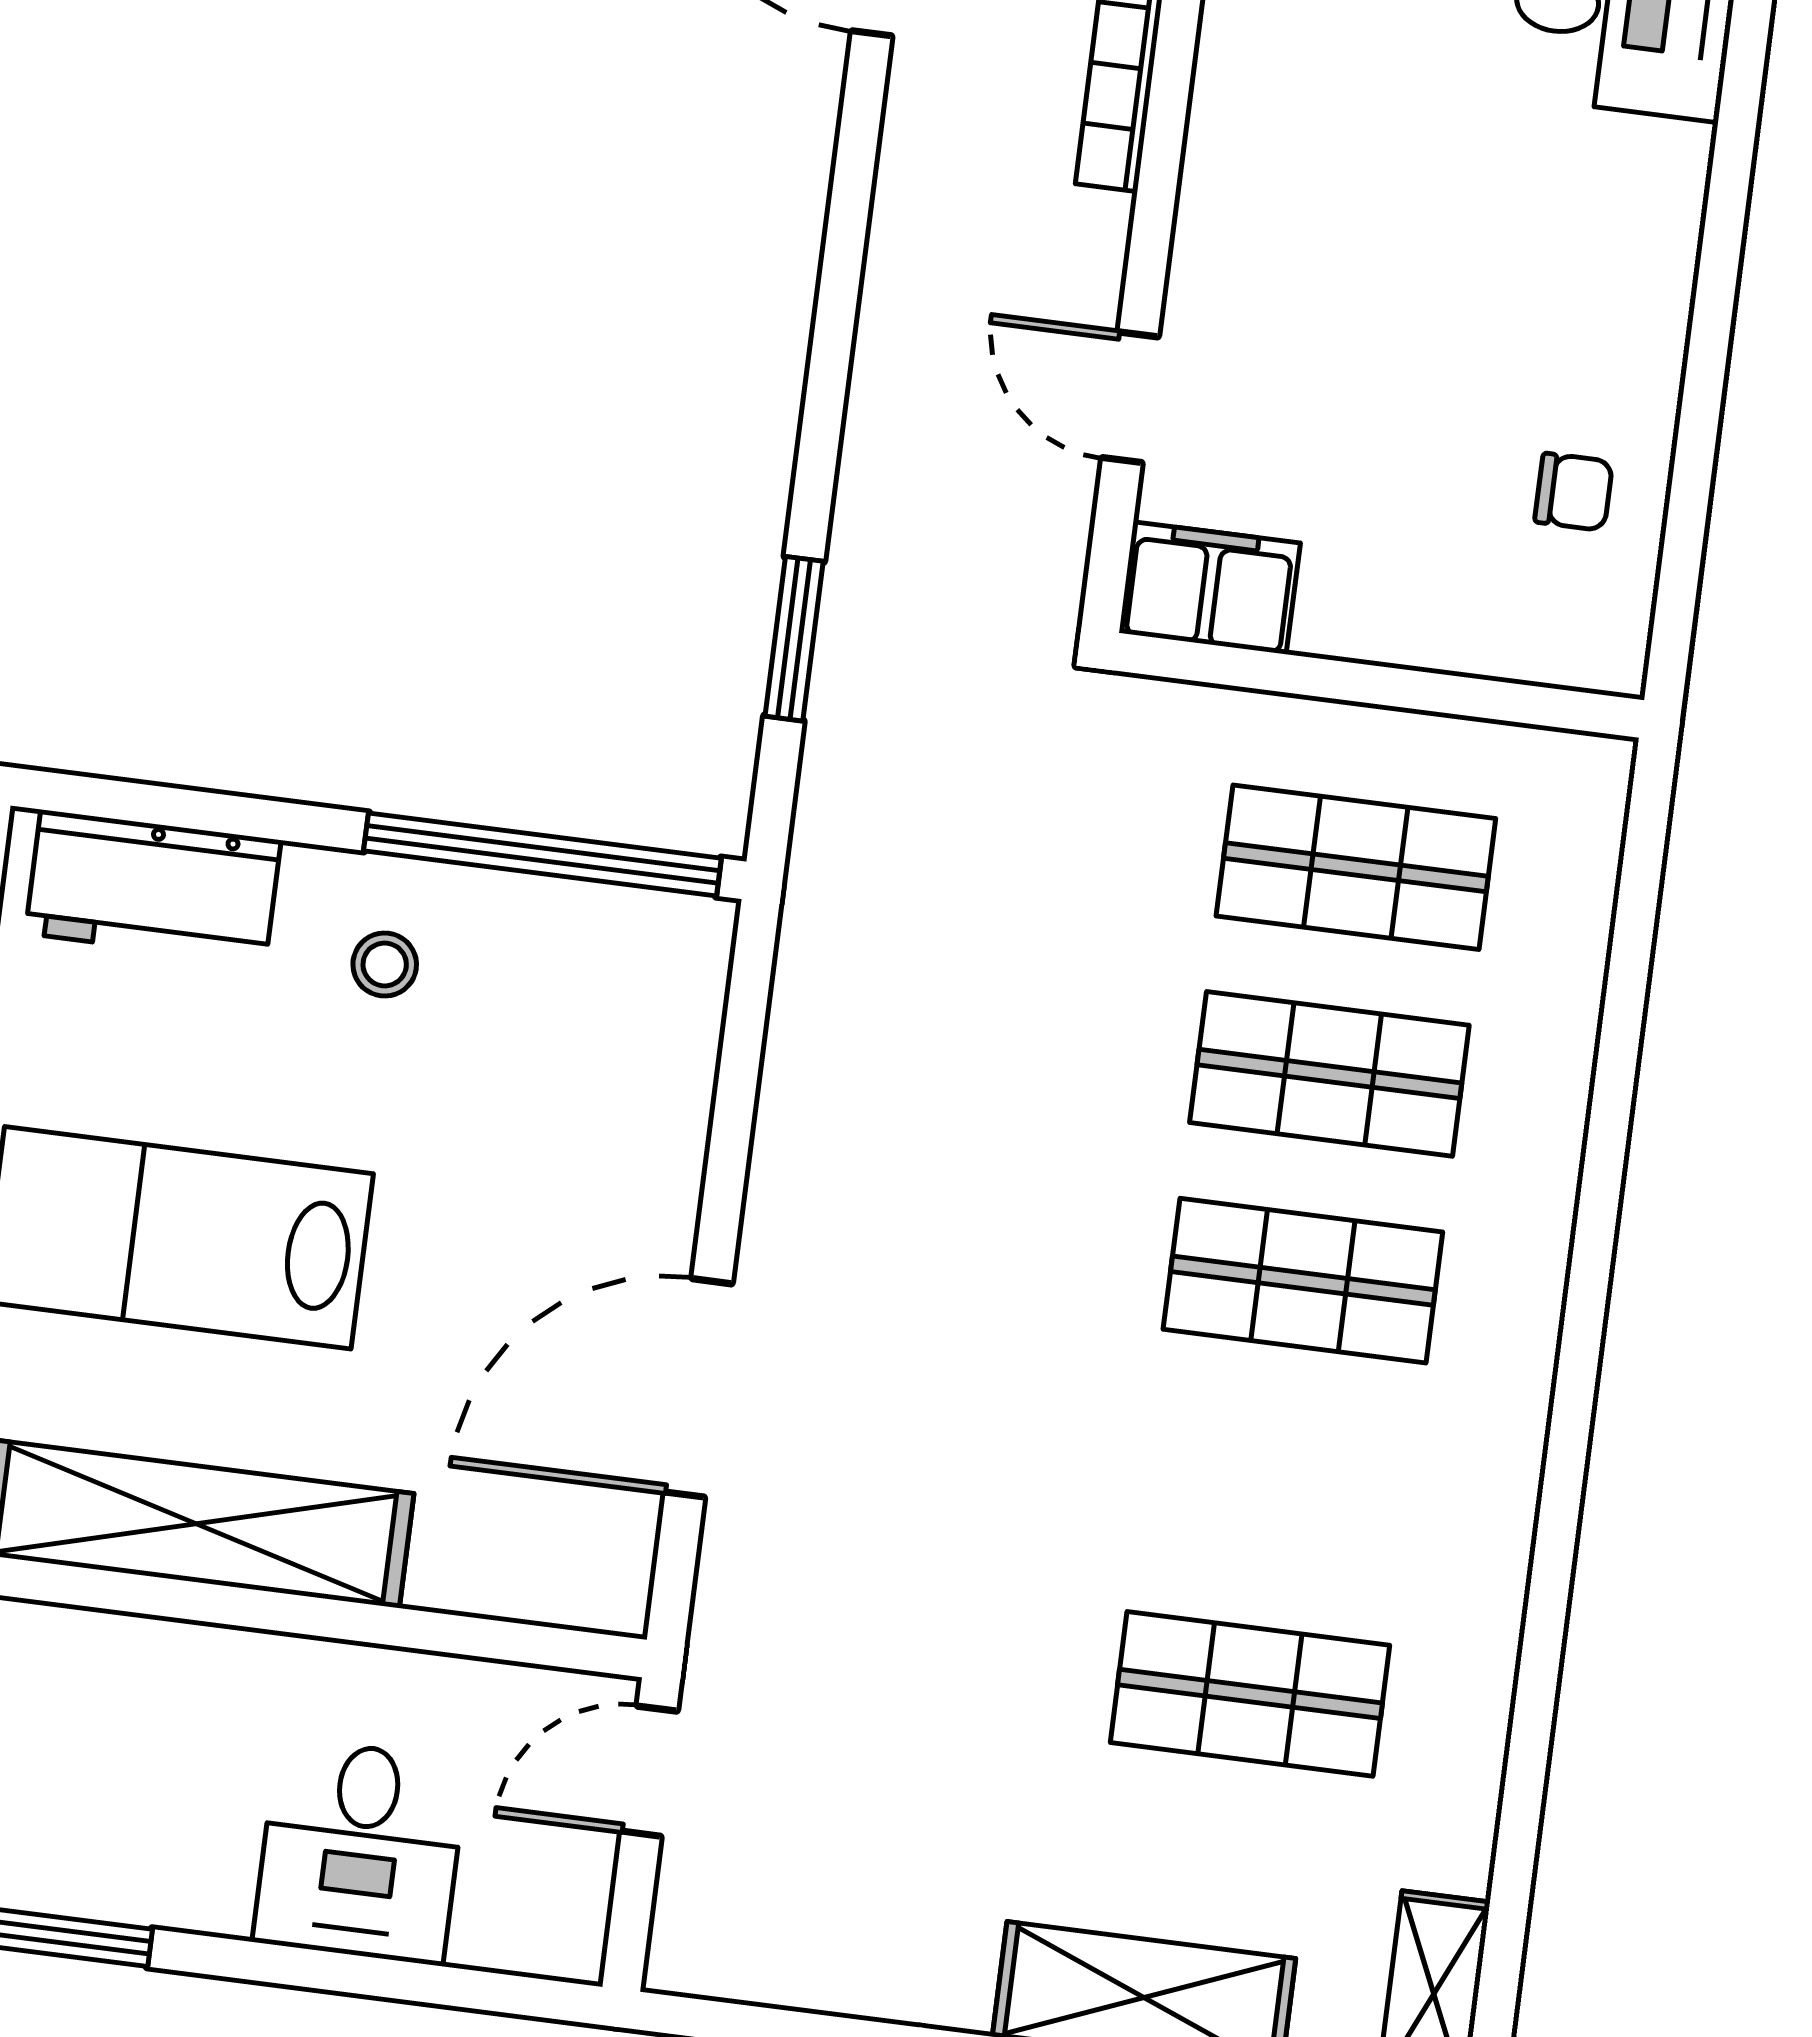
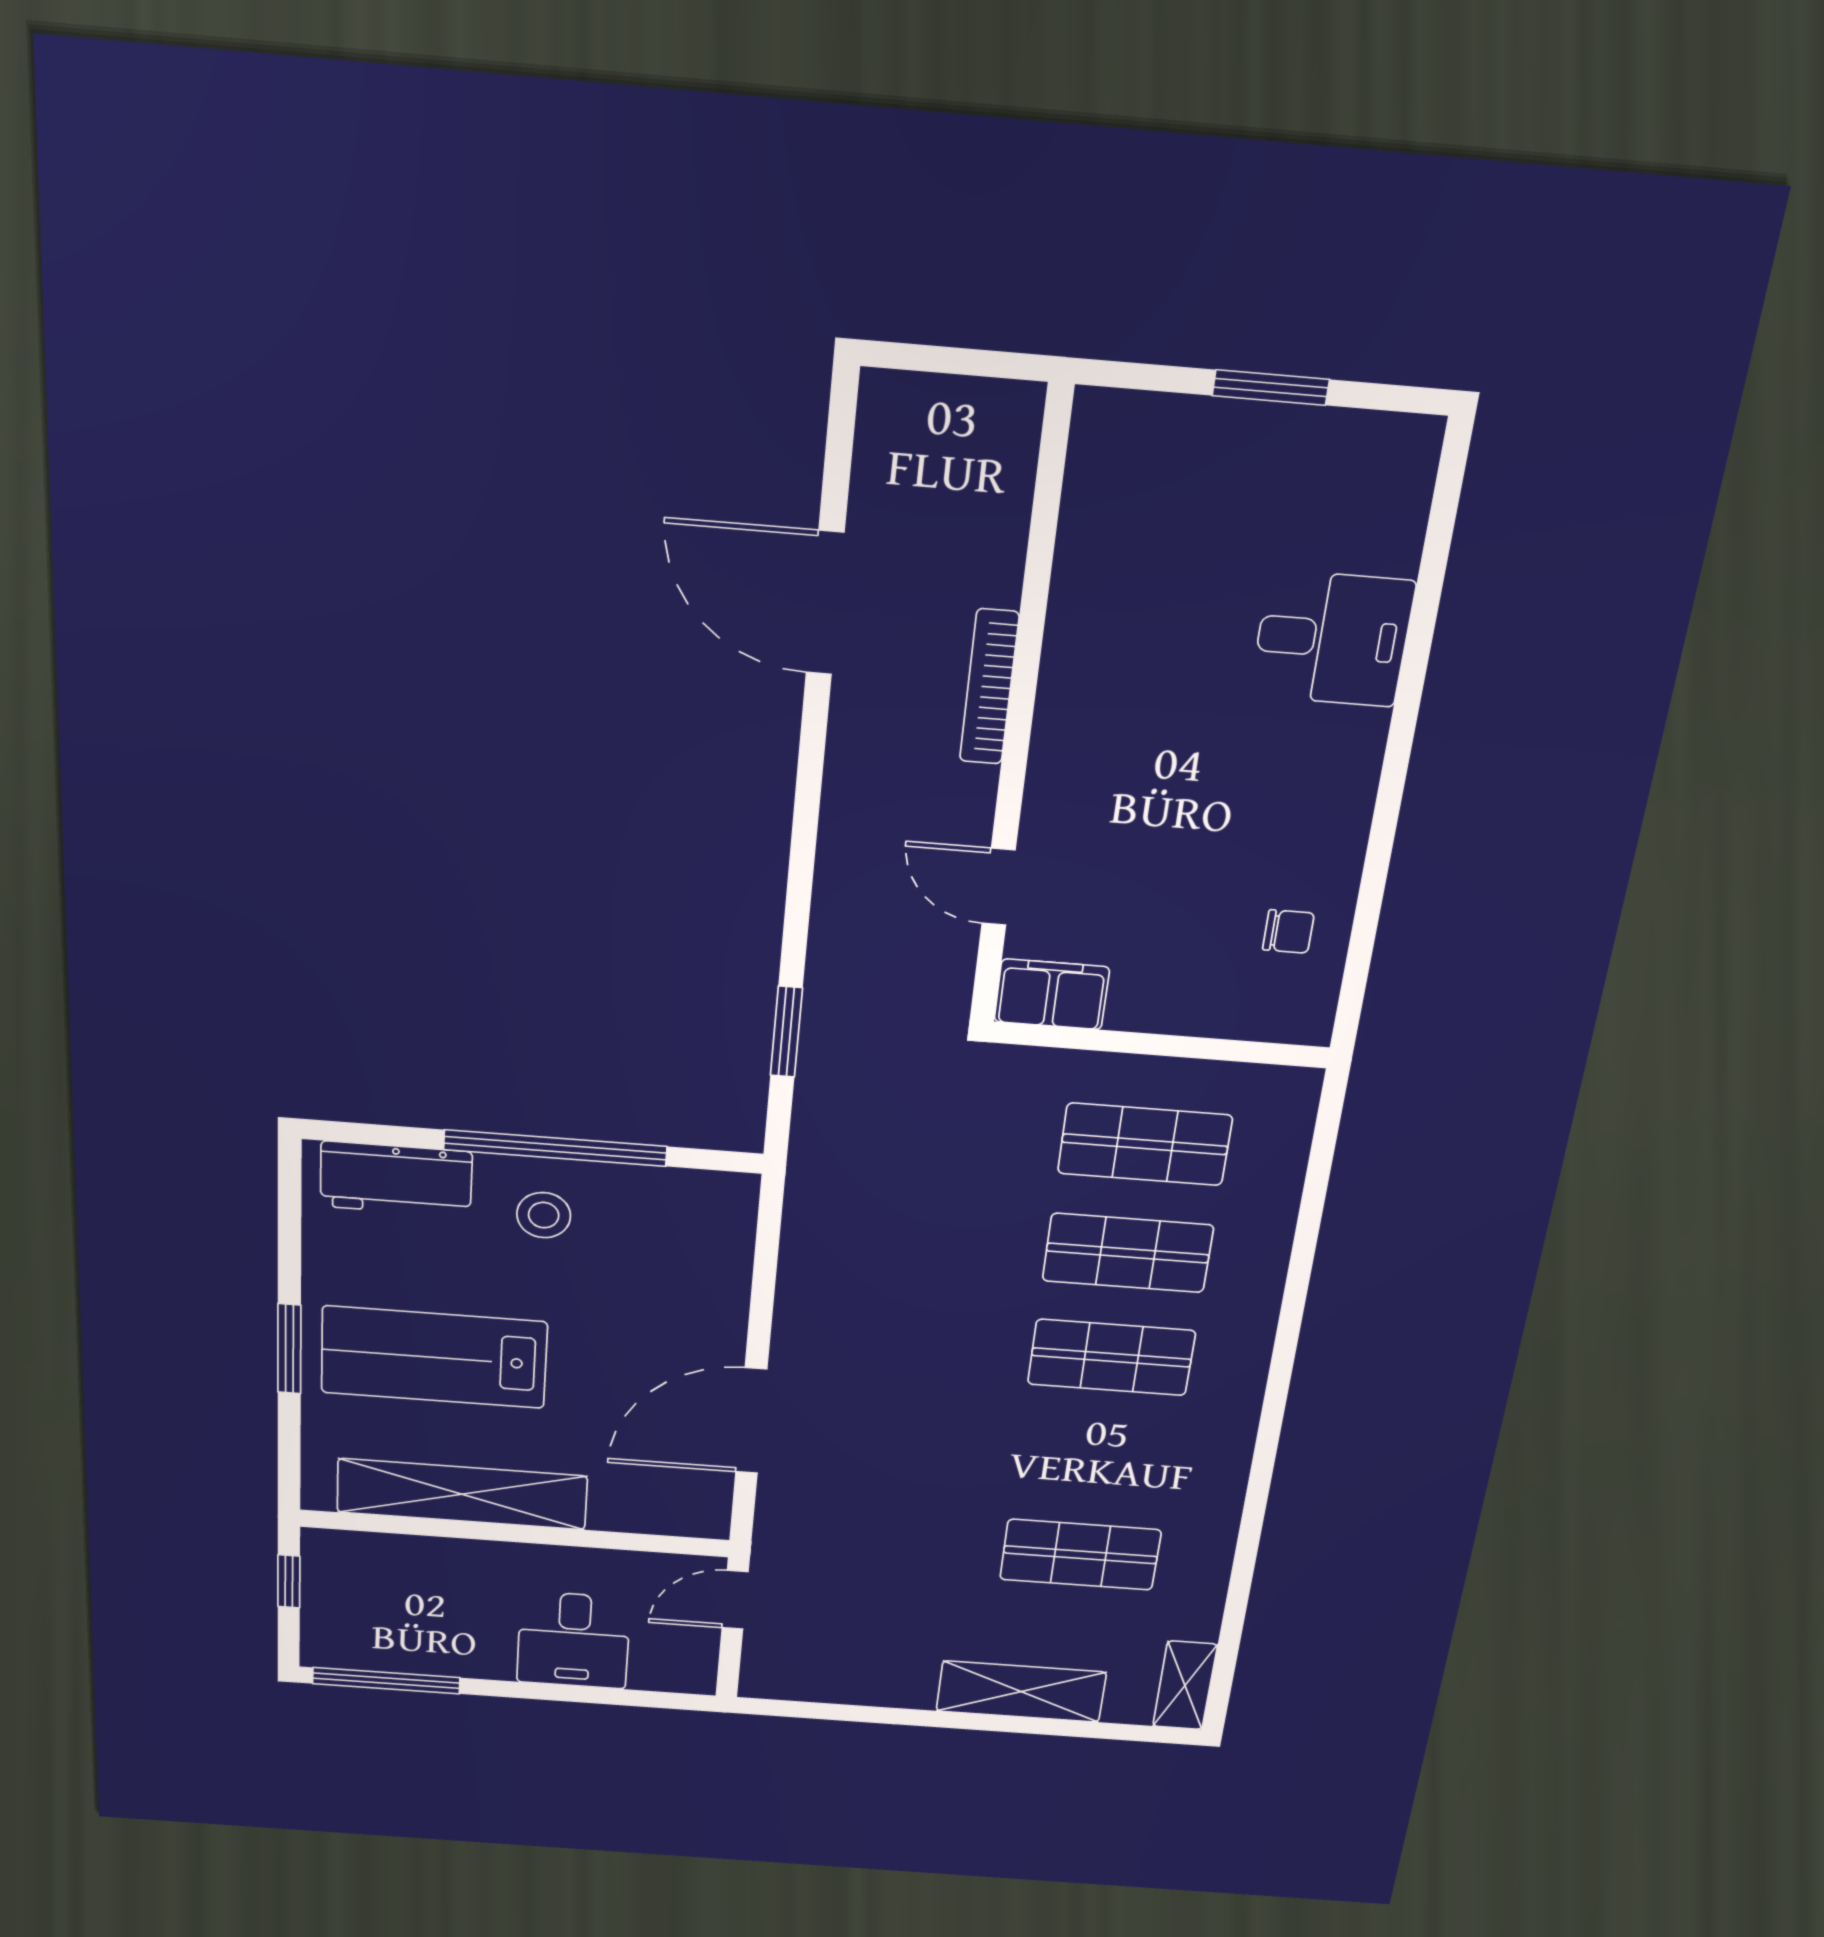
window: (542, 855) -> (555, 1148), moved
stool: (385, 964) -> (544, 1215), width x1.37, depth x1.37

